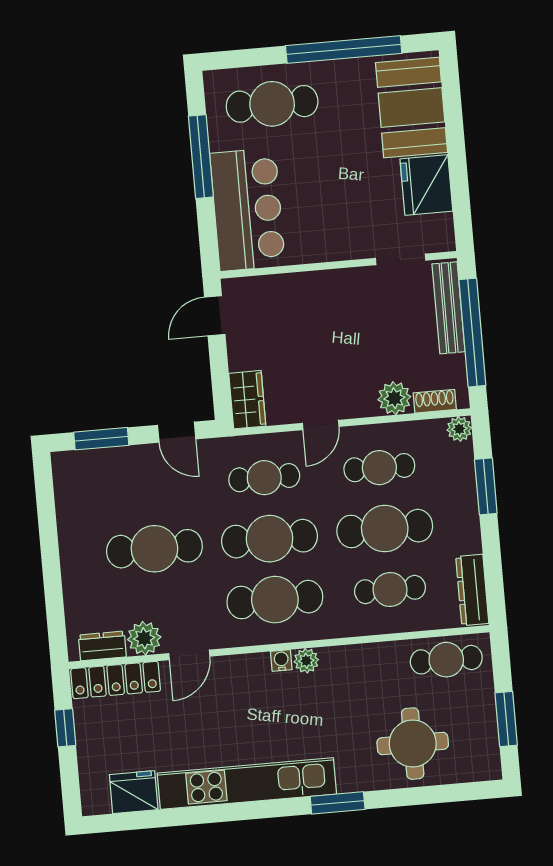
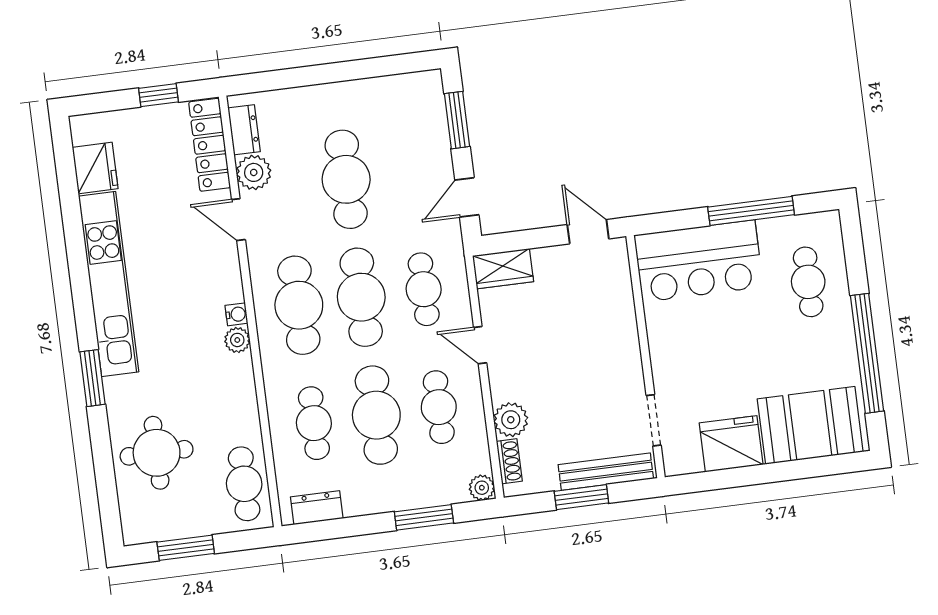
cafe table: (272, 104) -> (808, 282), width x0.73, depth x0.74
window: (472, 333) -> (581, 497), width x0.47
dresser: (472, 590) -> (317, 508), width x0.70

